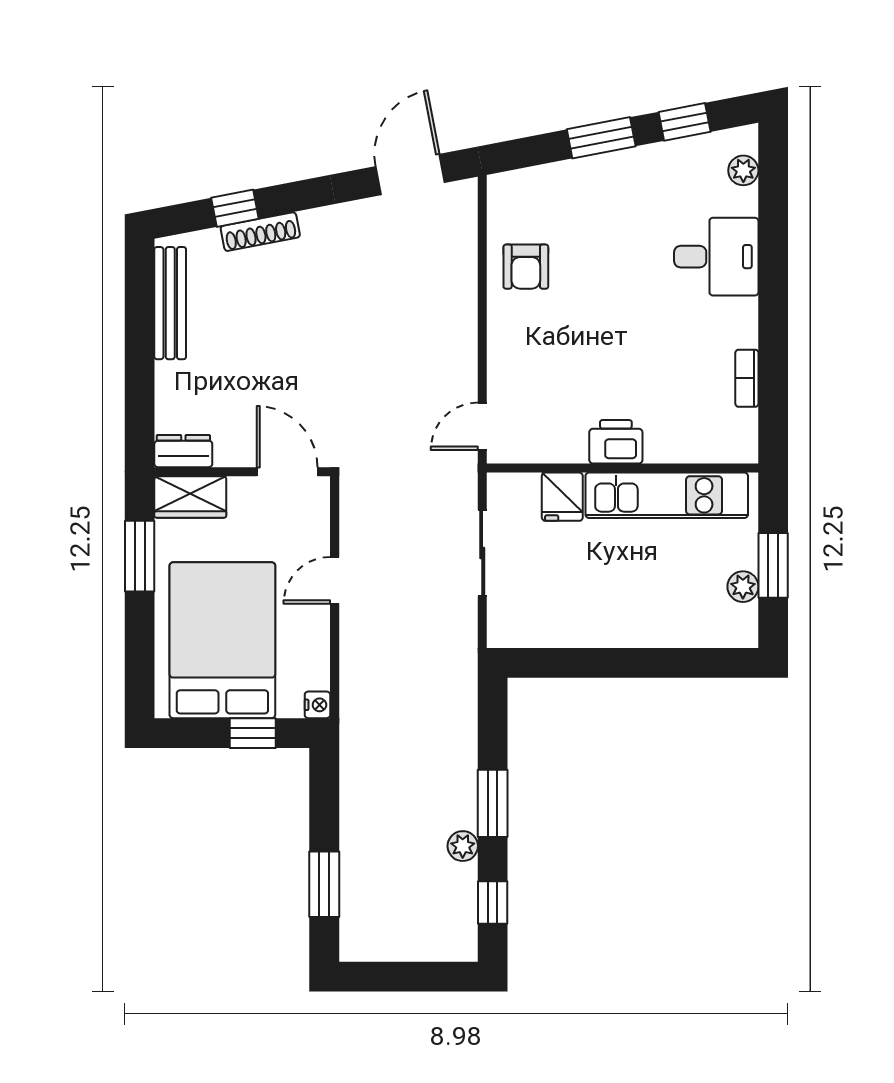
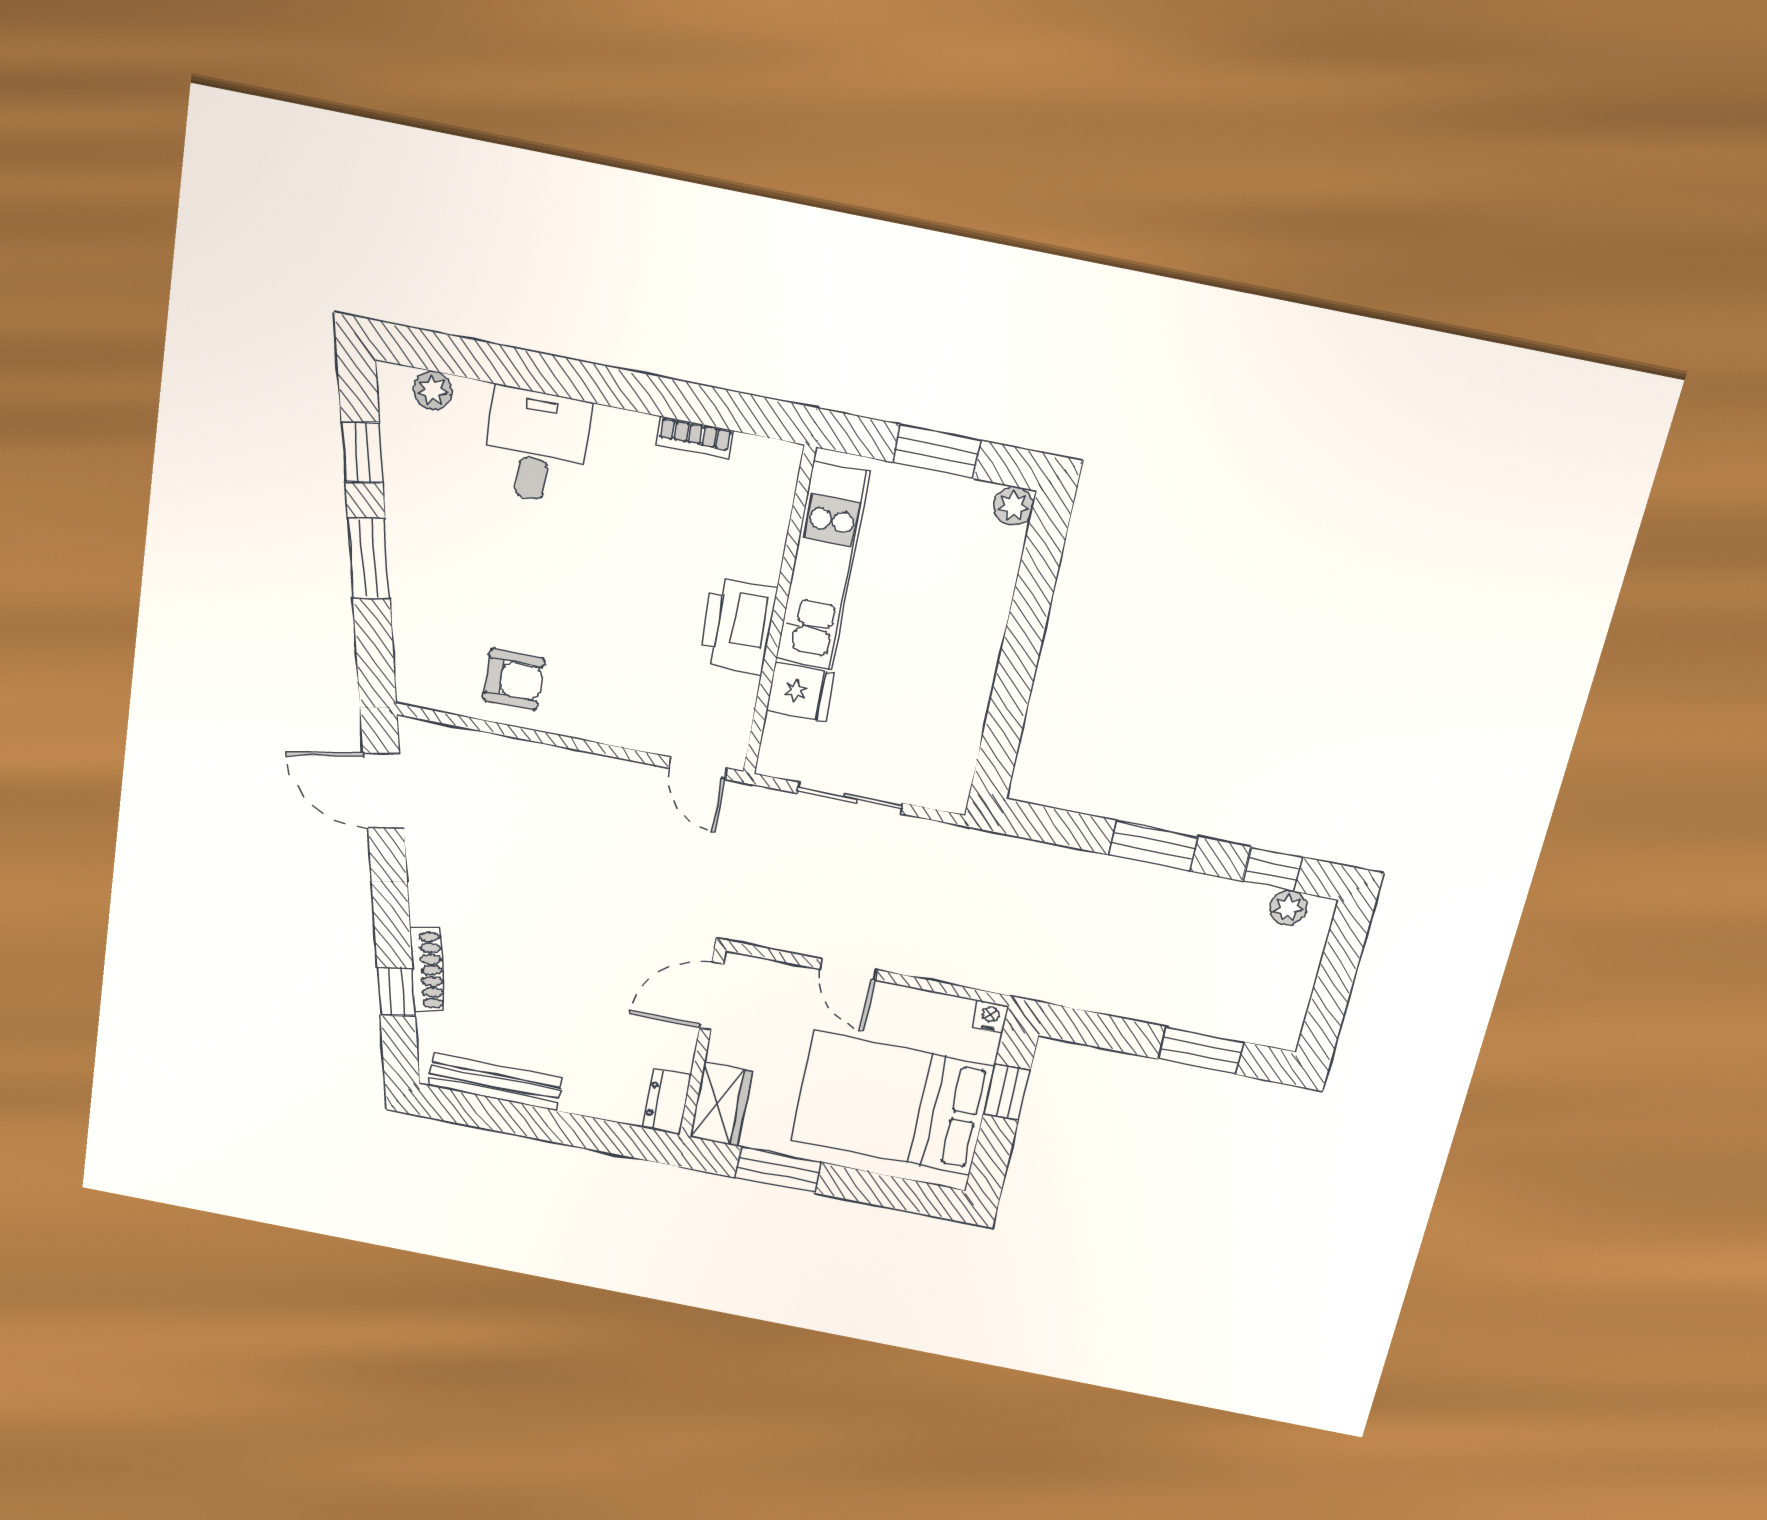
printer: (616, 442) -> (738, 625), width x1.37, depth x1.19
plant: (743, 587) -> (1013, 506), moved
plant: (463, 846) -> (1288, 908), moved

